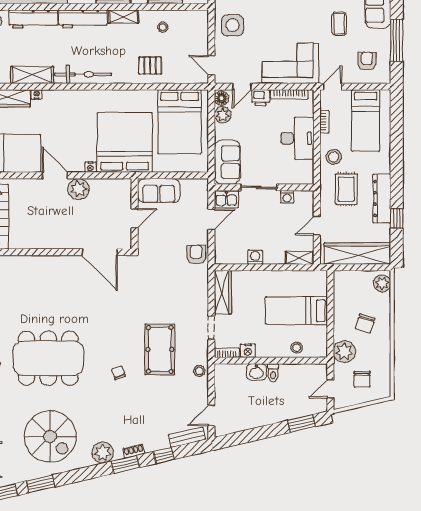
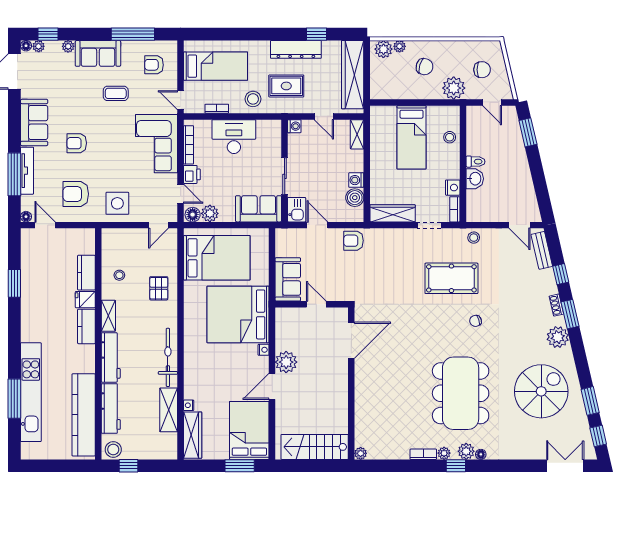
washing machine: (287, 197) -> (294, 126), moved
boiler: (238, 256) -> (355, 198), added
plant: (385, 299) -> (400, 46), added

